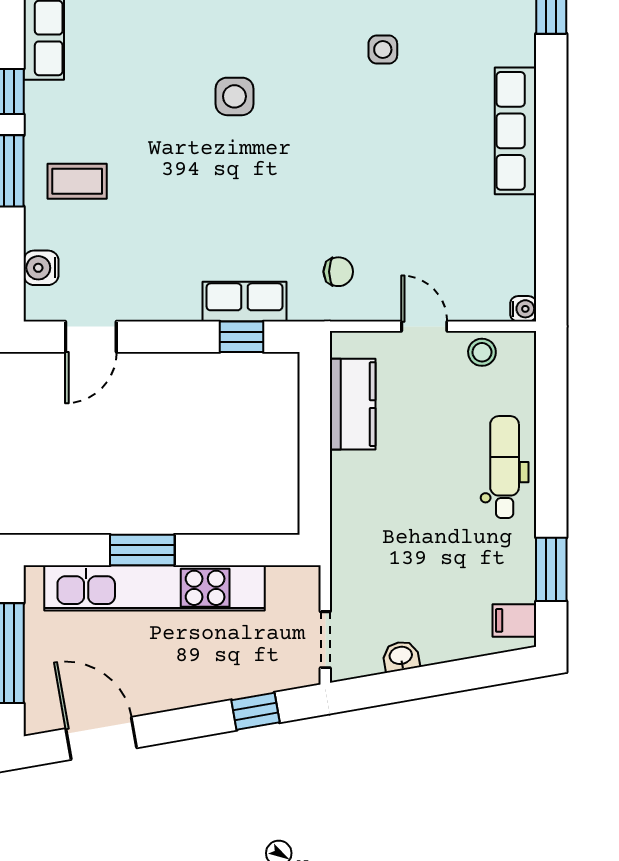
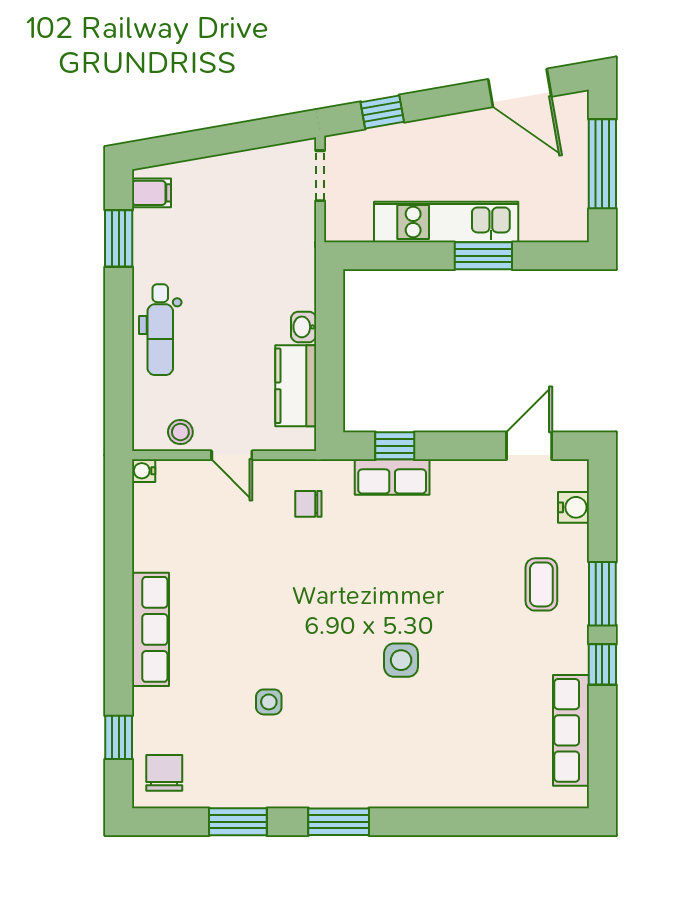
coffee table: (77, 181) -> (541, 584), turned 90
kitchen unit: (154, 588) -> (446, 222), width x0.73
washbasin: (401, 656) -> (304, 327), moved, turned 100

